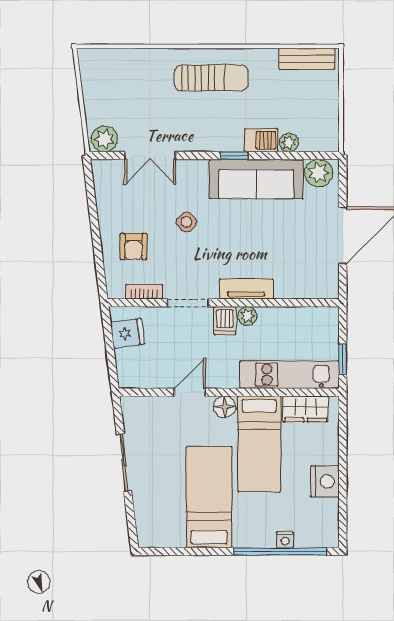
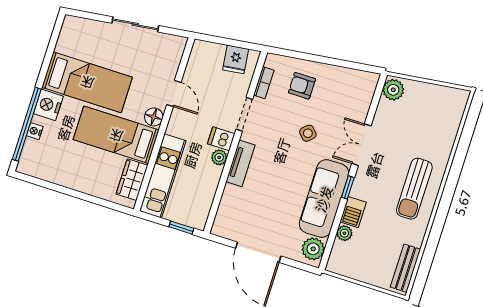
double door: (150, 156) -> (361, 145), moved
window: (343, 359) -> (181, 228), moved
nightstand: (325, 481) -> (48, 105), moved, turned 90

